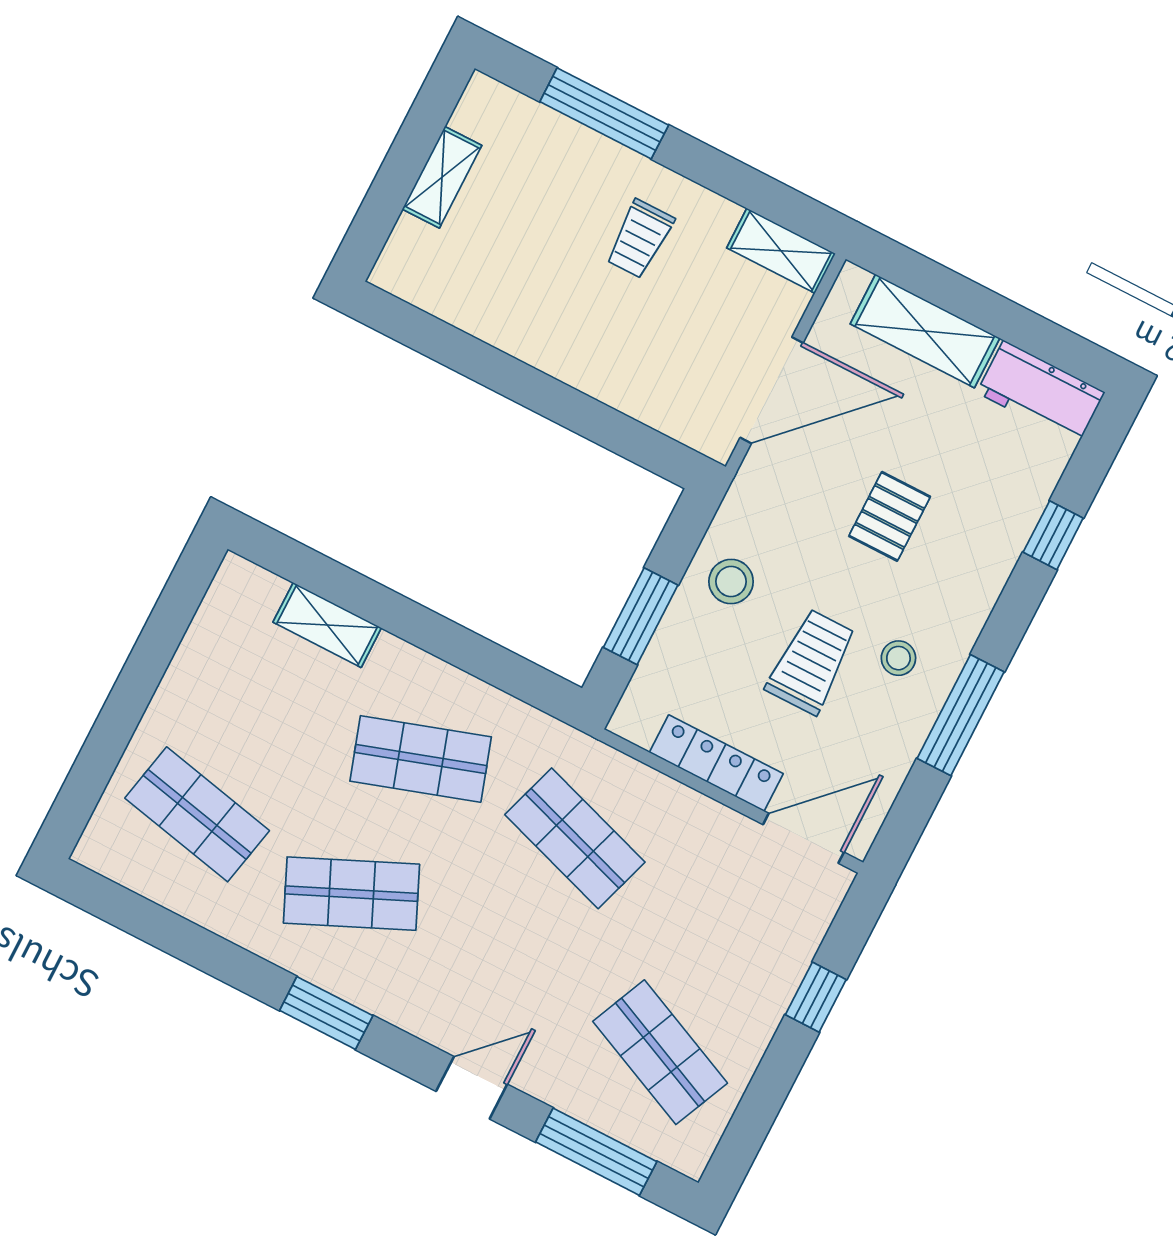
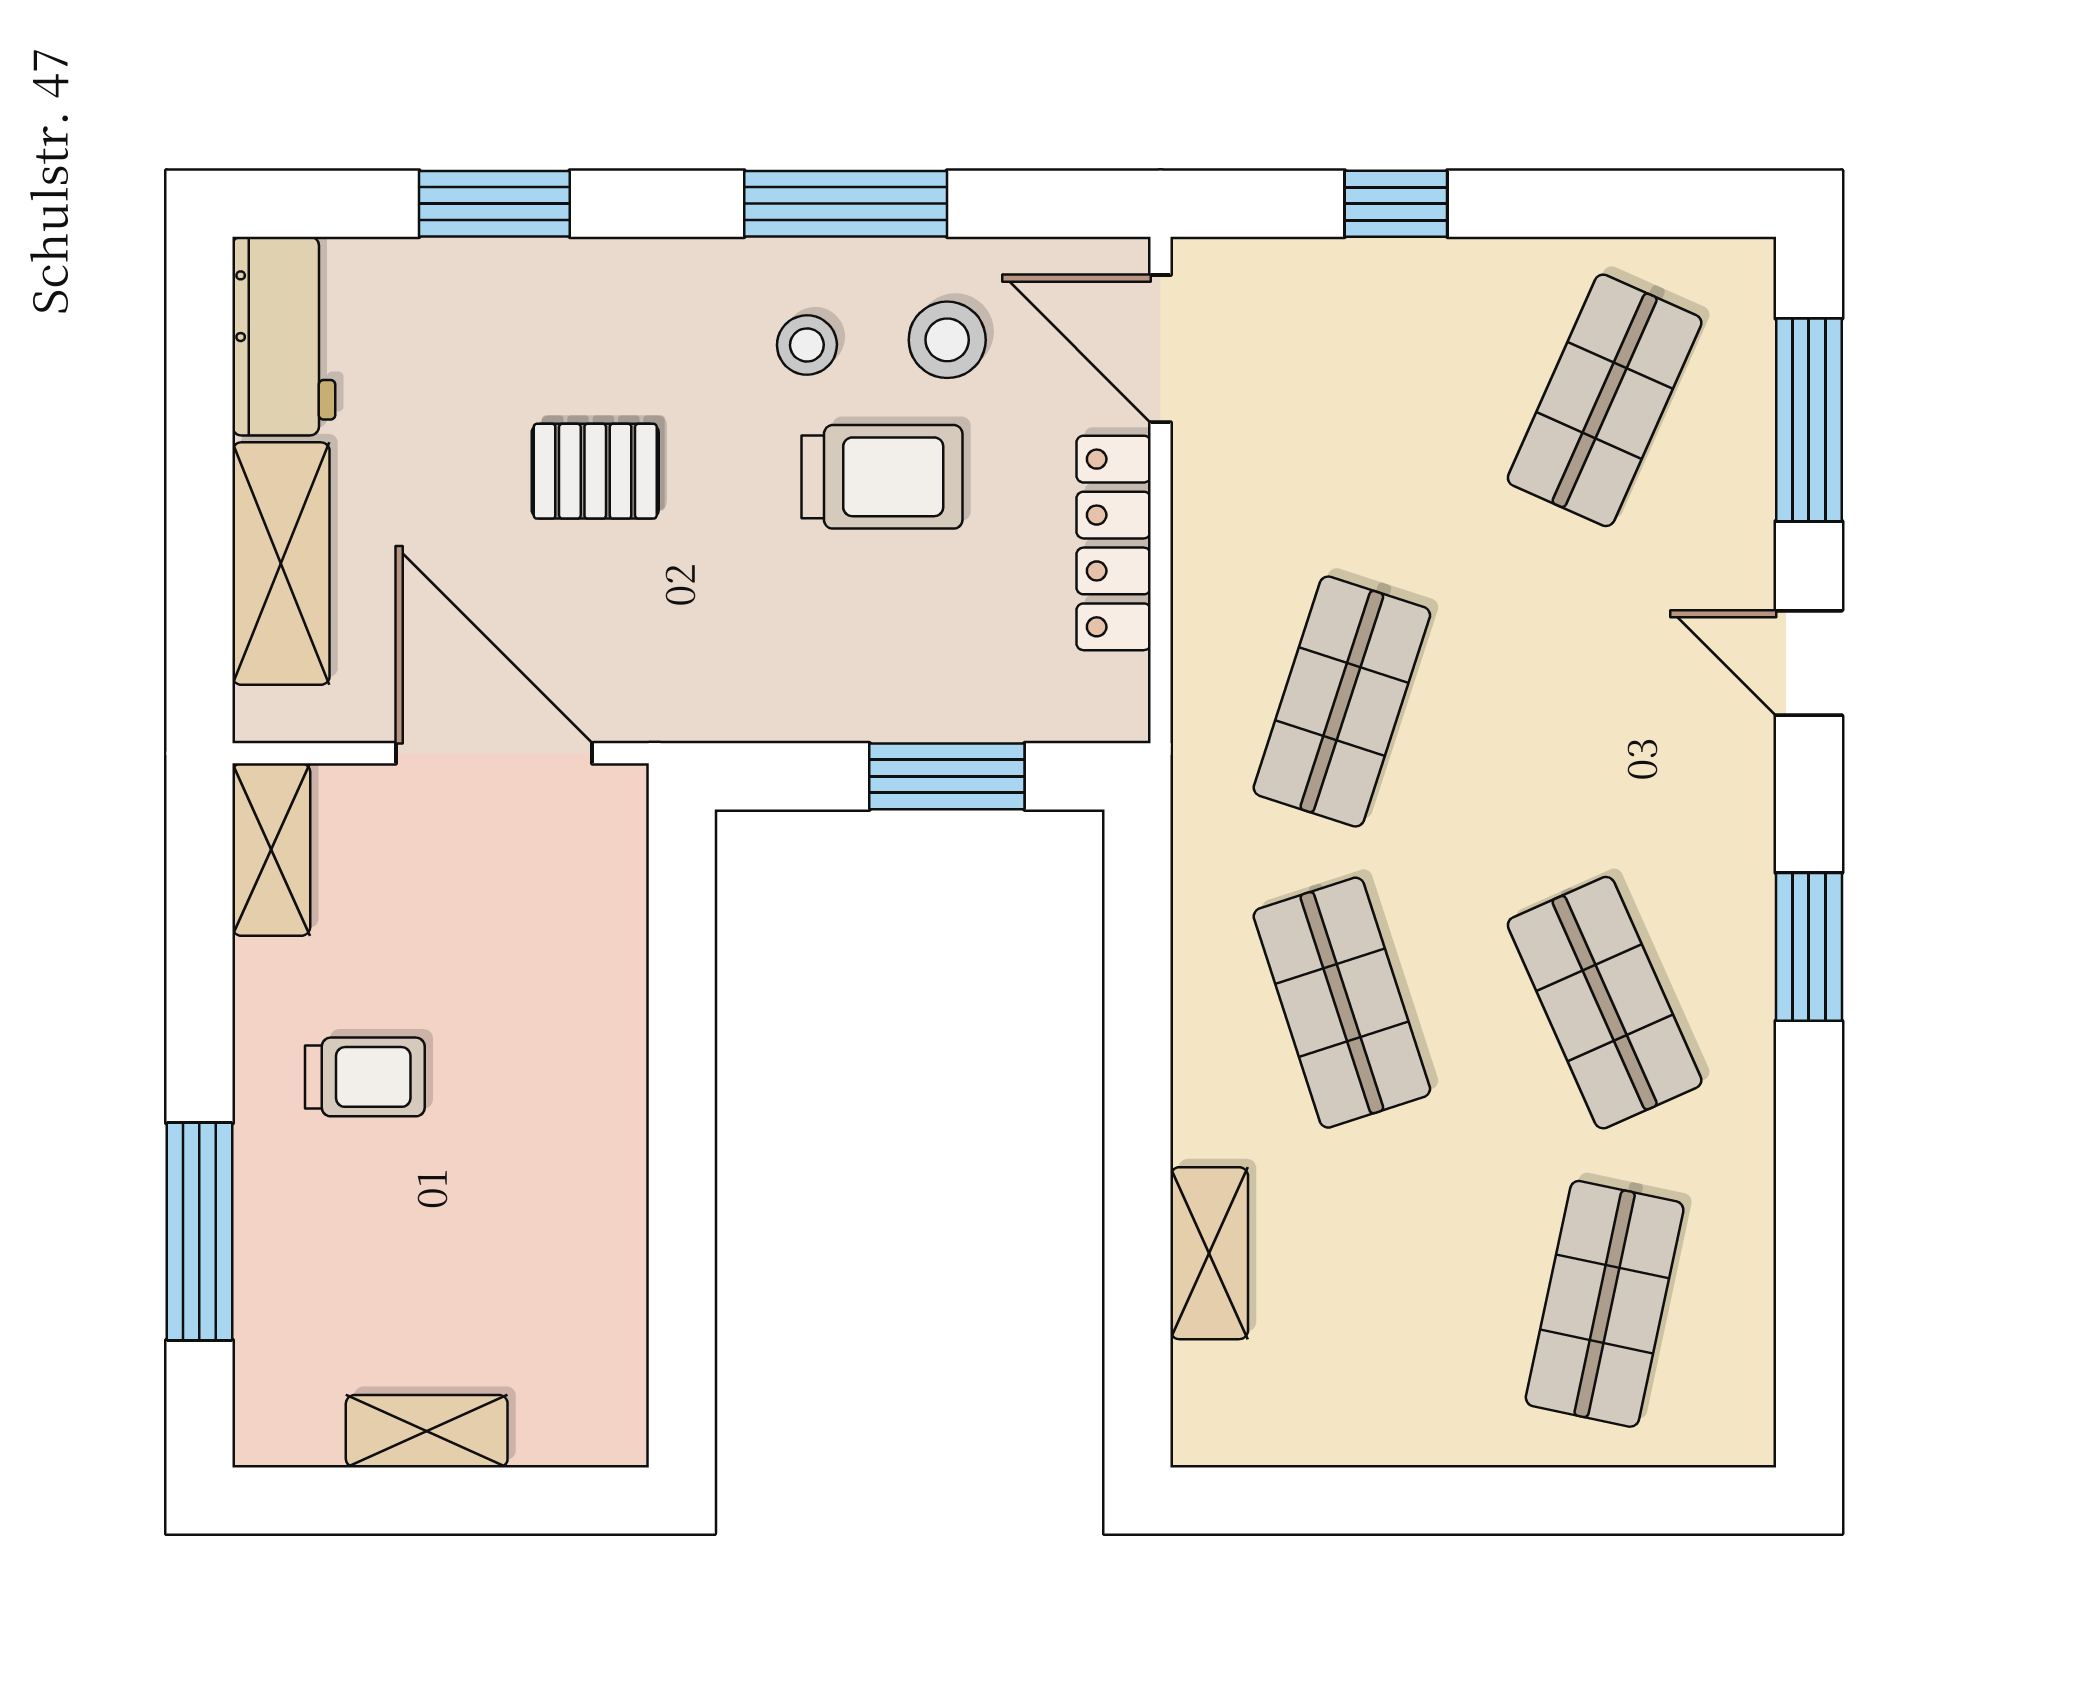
window: (1053, 535) -> (494, 204), width x1.50
stool: (731, 581) -> (947, 340), moved
trolley: (811, 662) -> (882, 477), turned 180

